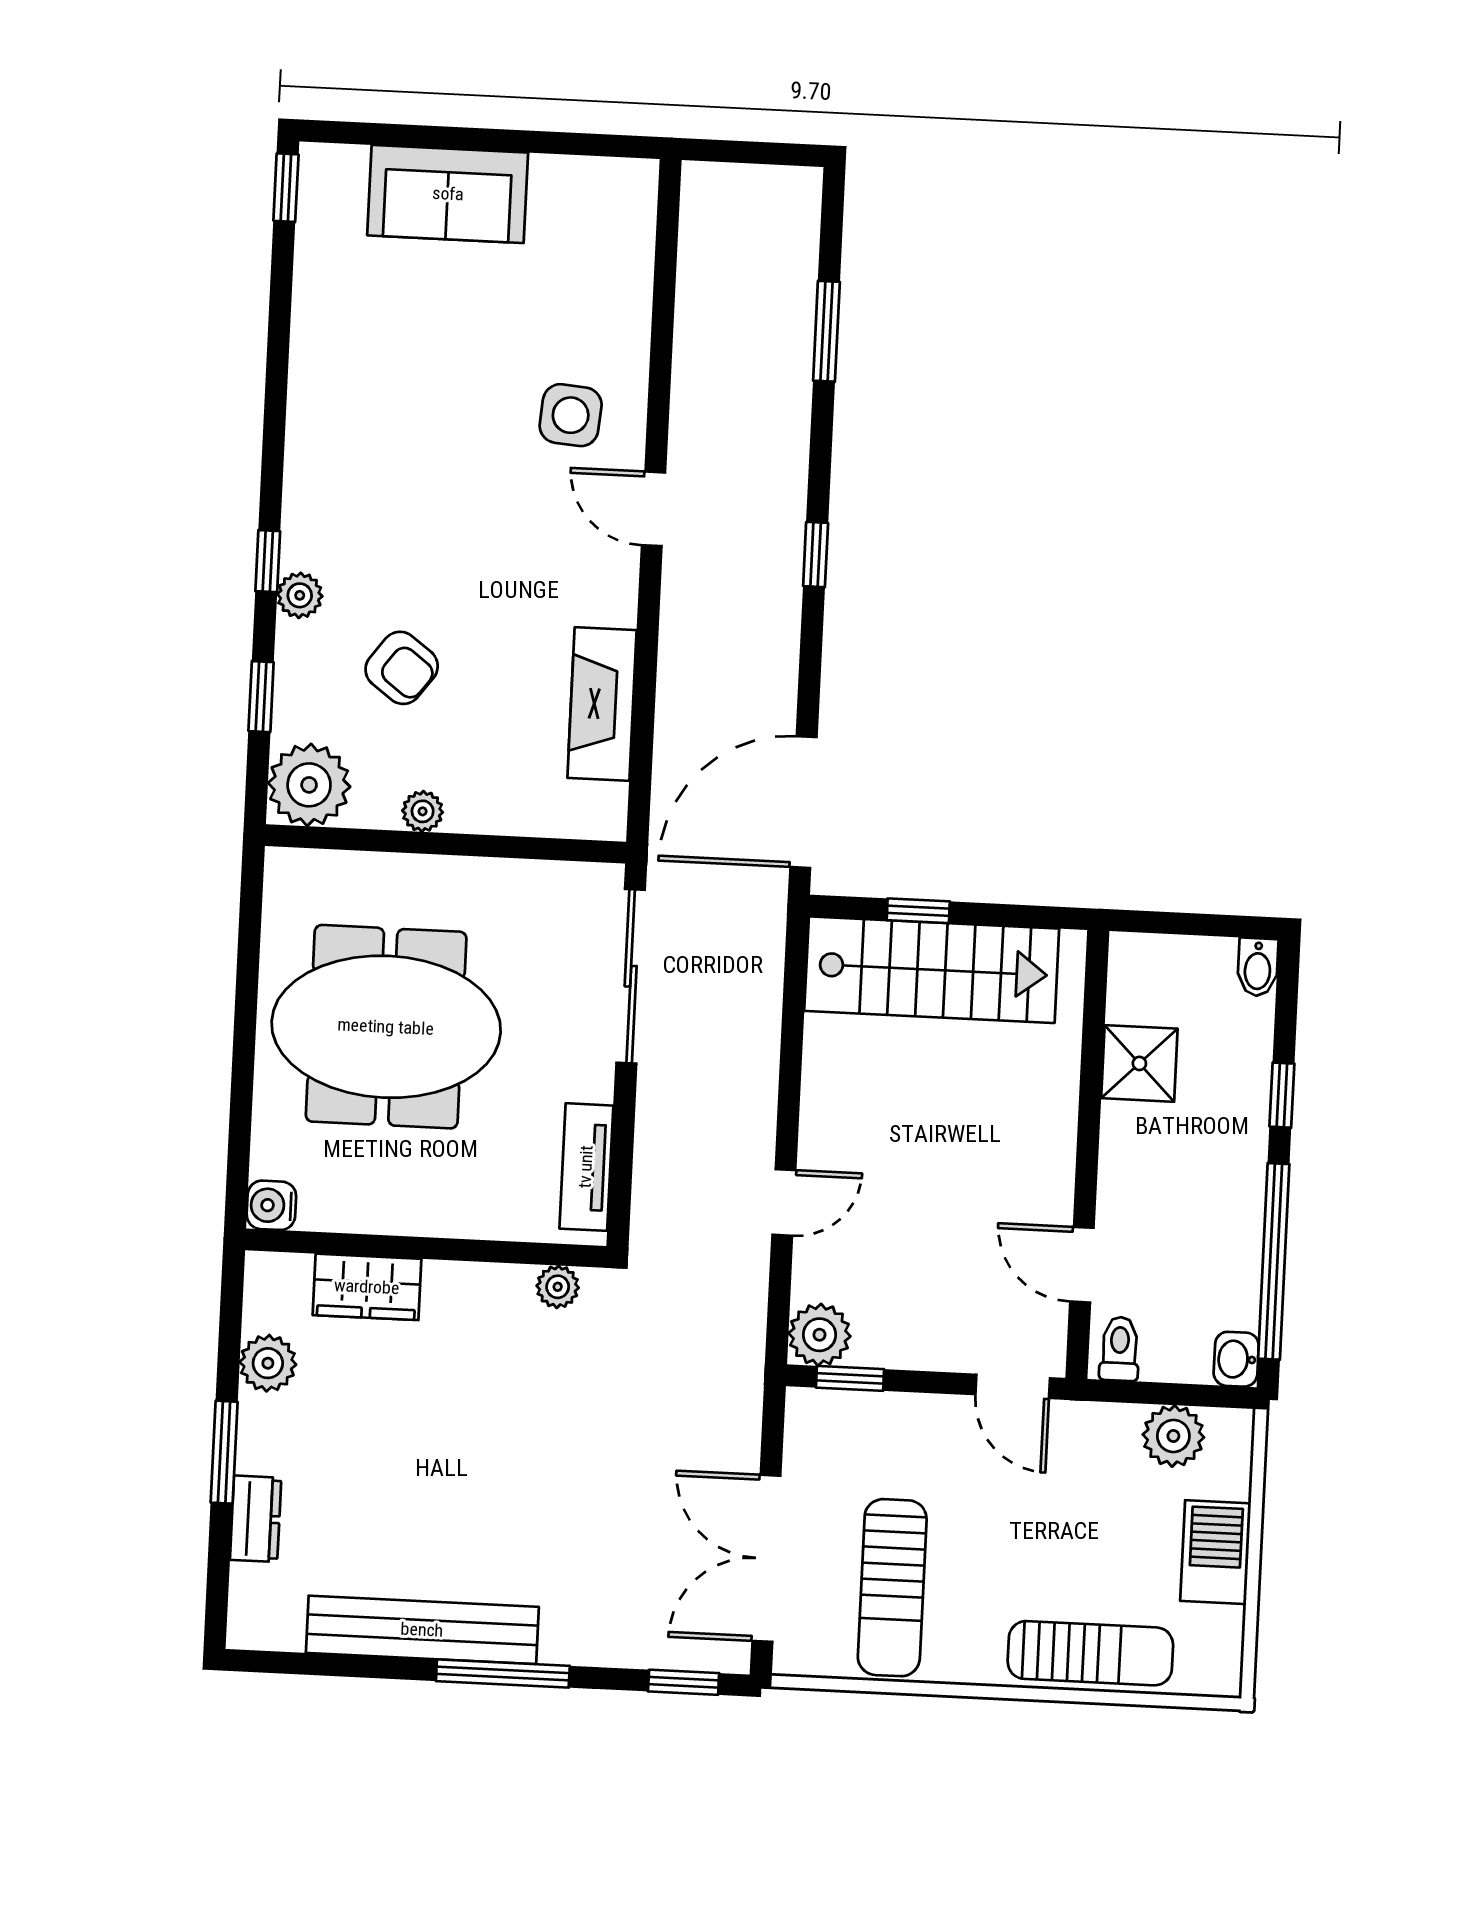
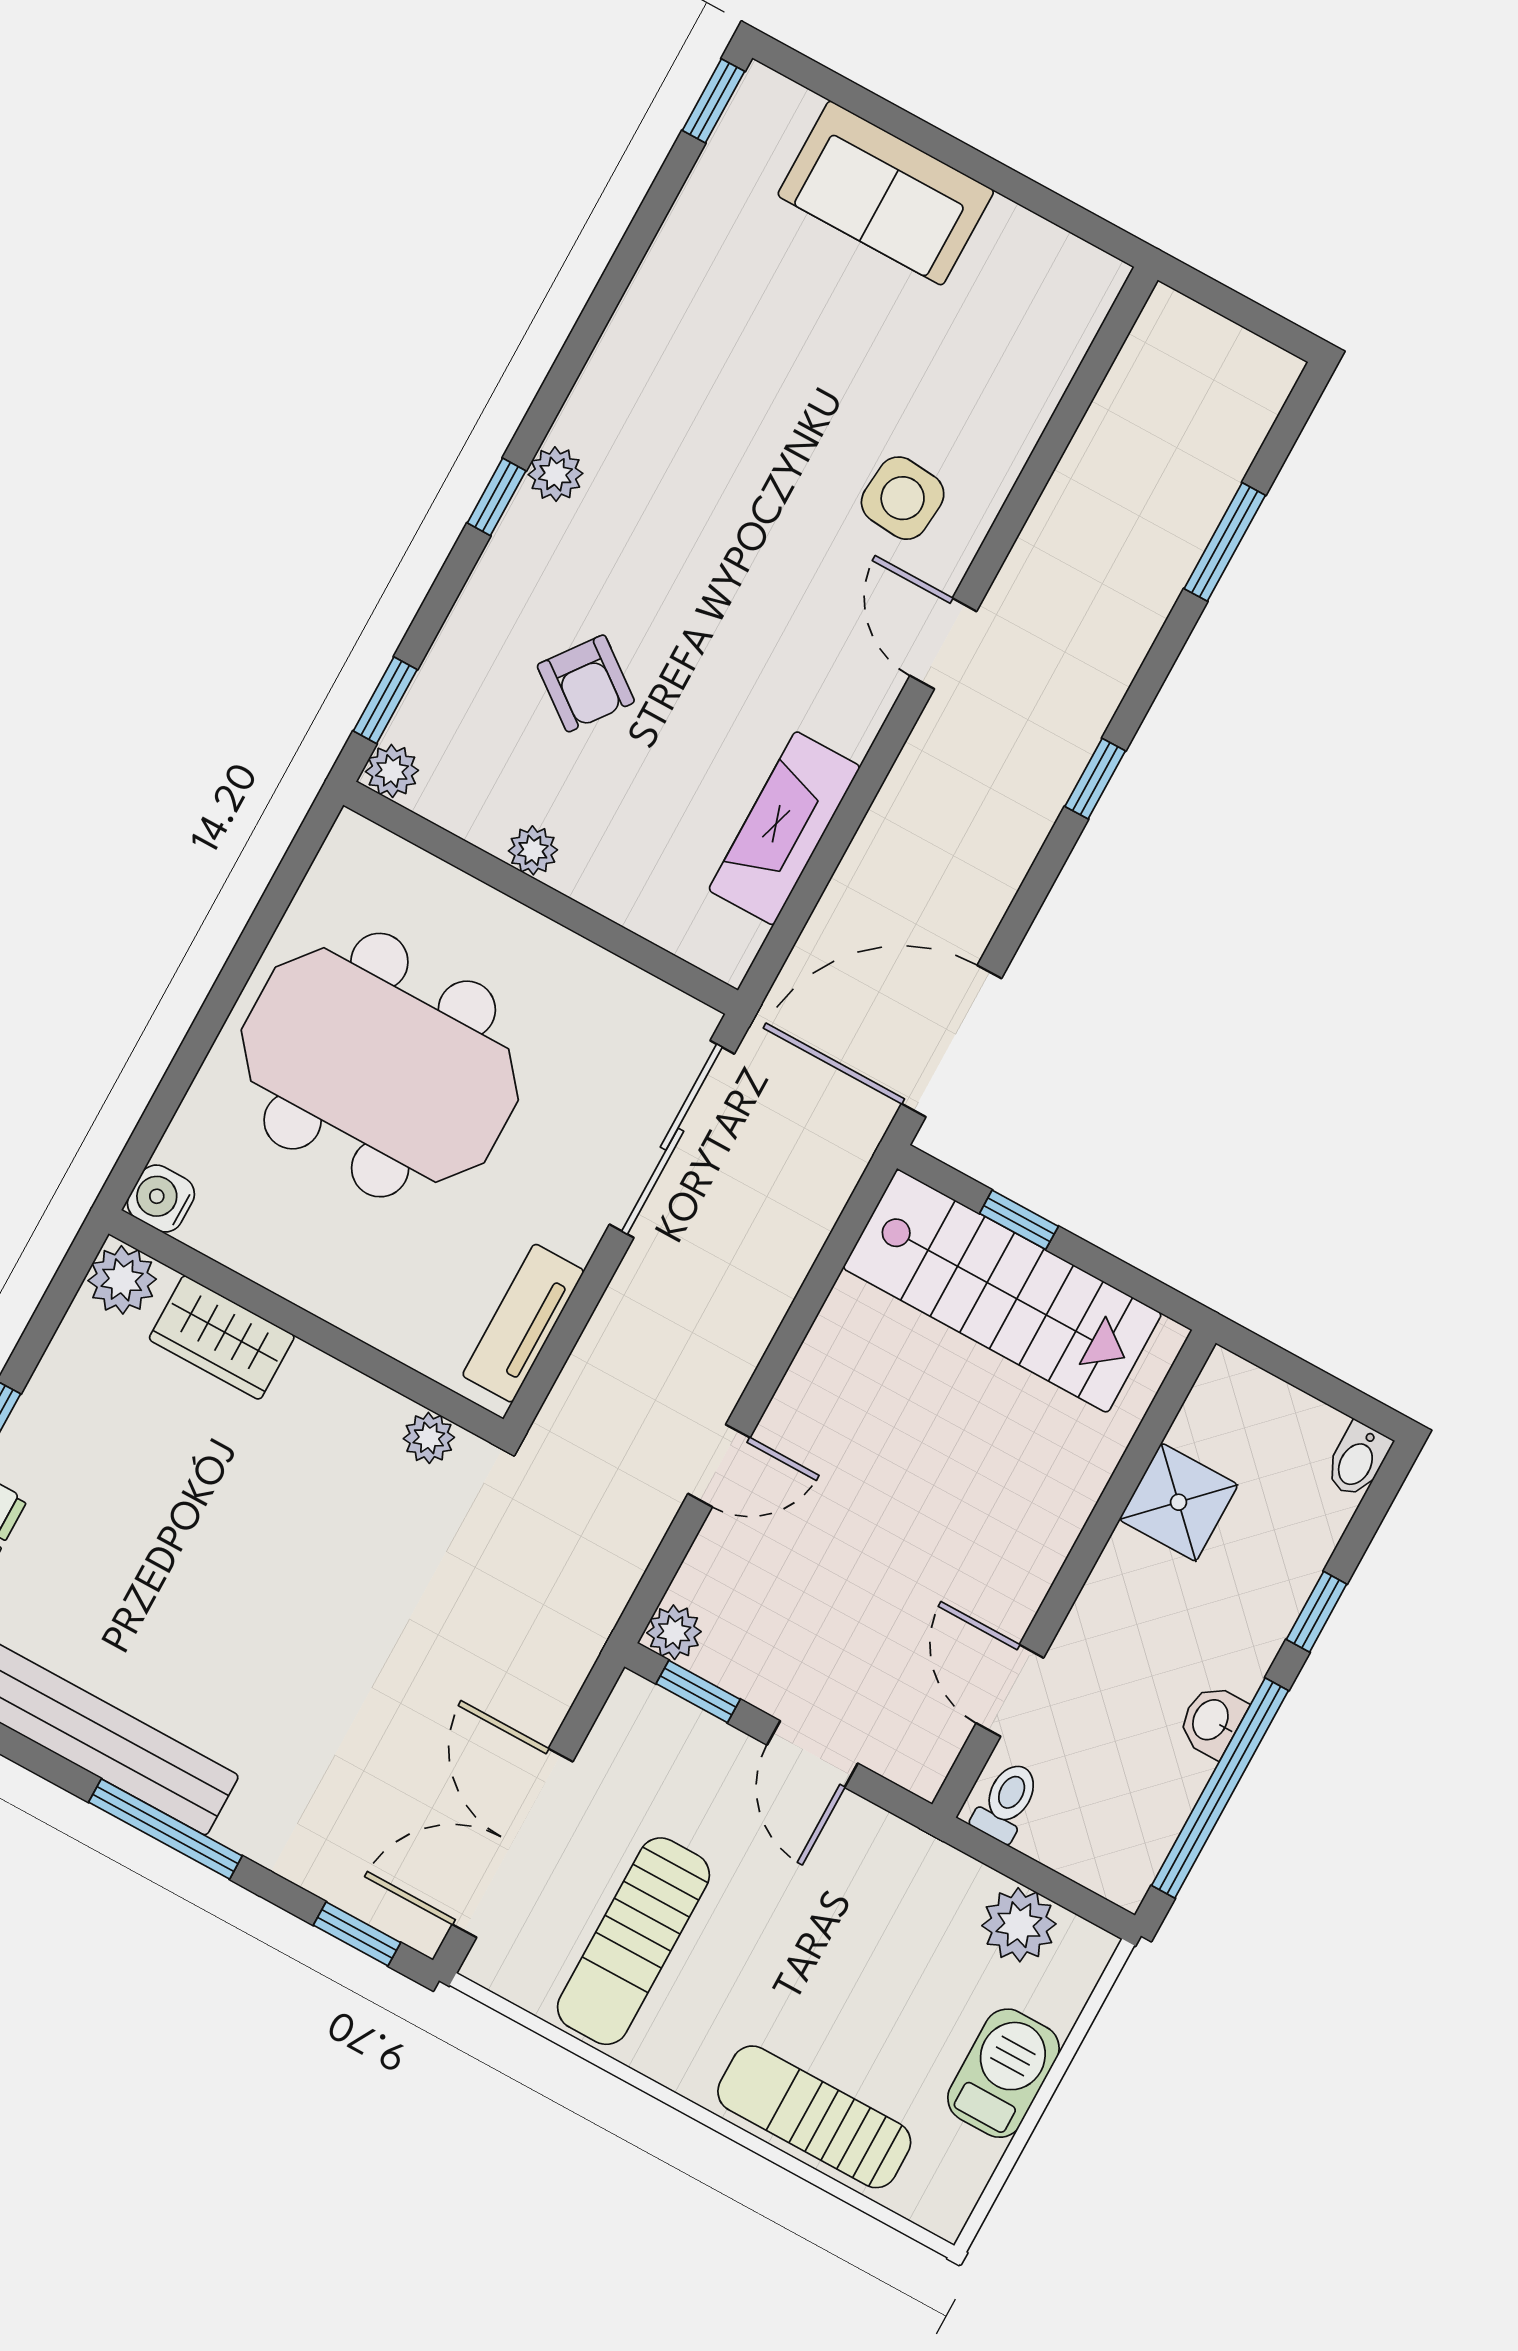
plant: (300, 595) -> (555, 474), moved
window: (261, 697) -> (385, 700), moved
plant: (309, 785) -> (392, 771), width x0.53, depth x0.53
plant: (819, 1335) -> (674, 1632), width x0.73, depth x0.73
washbasin: (1236, 1359) -> (1212, 1721), moved
plant: (268, 1363) -> (122, 1280), moved
door: (1013, 1386) -> (812, 1754), moved
sun lounger: (1090, 1653) -> (814, 2117), turned 180

